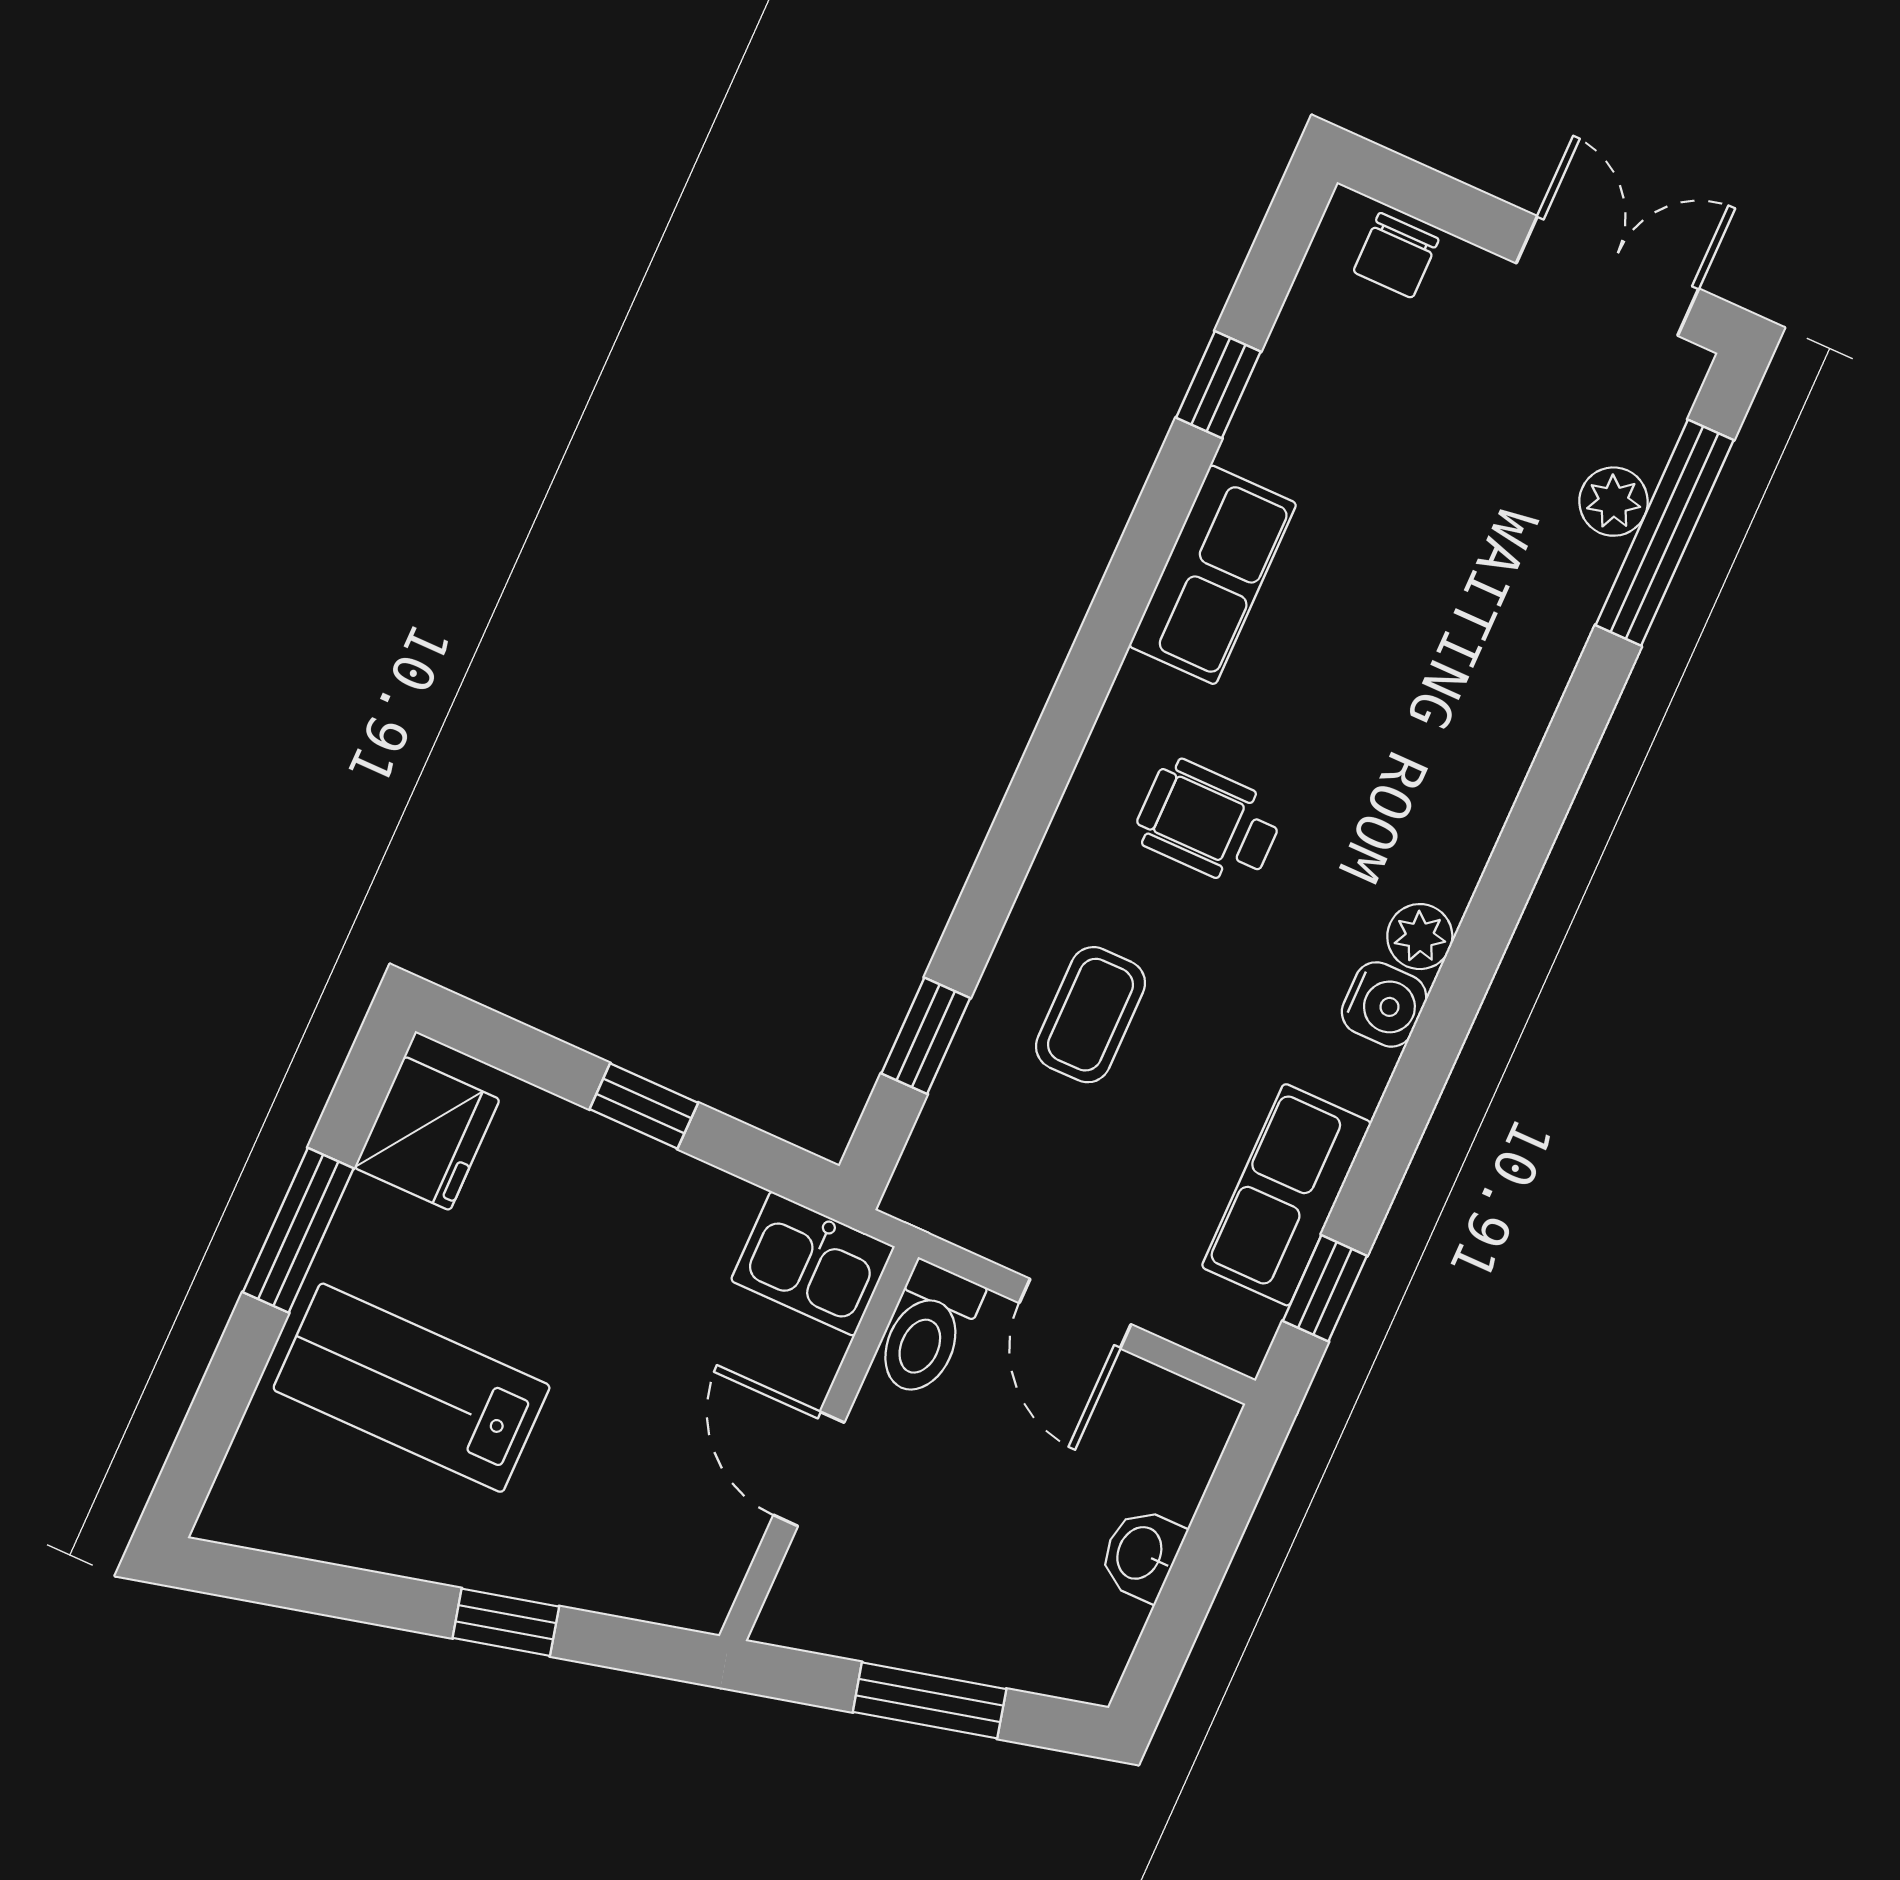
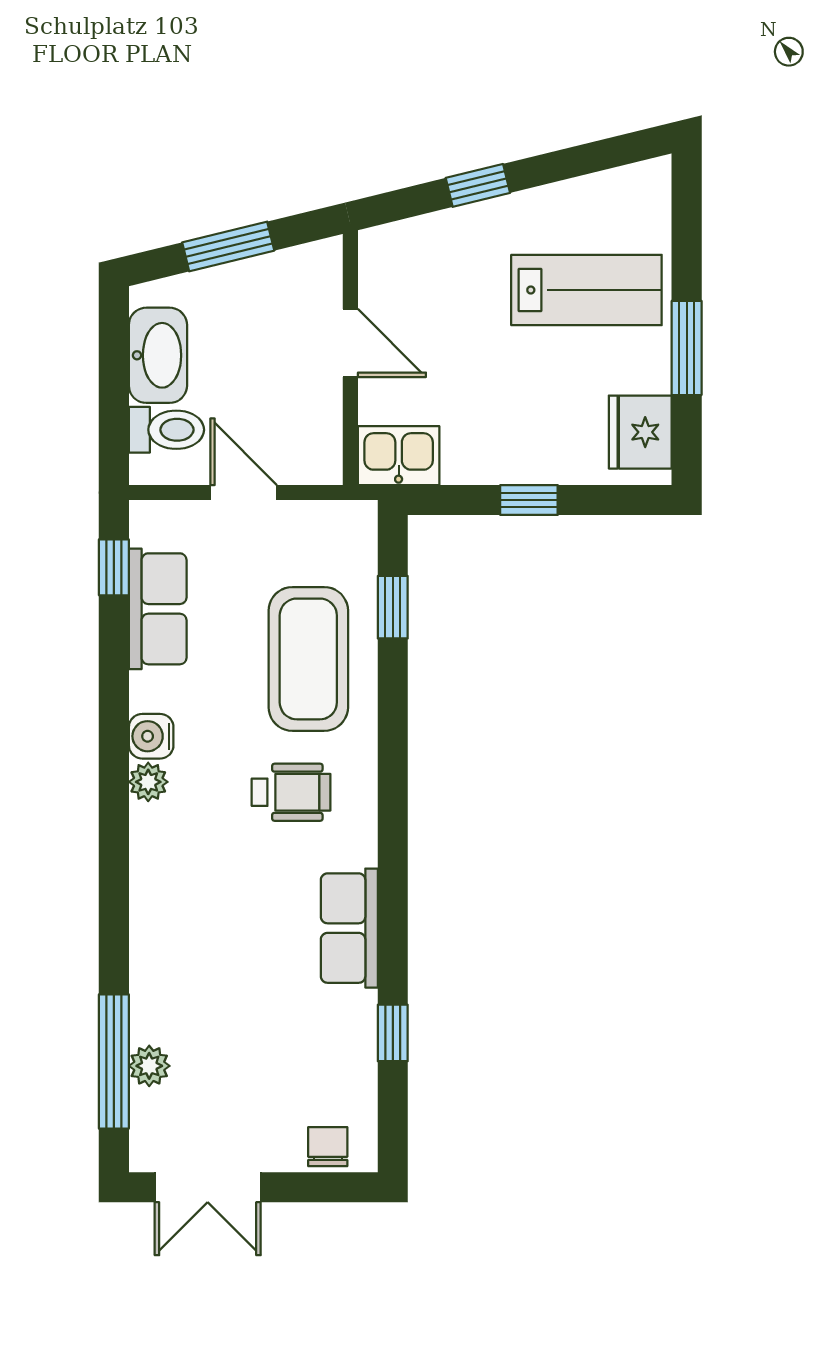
coffee table: (1090, 1015) -> (308, 659), width x1.86, depth x1.72
toilet: (927, 1330) -> (166, 430), moved, turned 90
washbasin: (1141, 1554) -> (158, 355), width x1.91, depth x1.45

